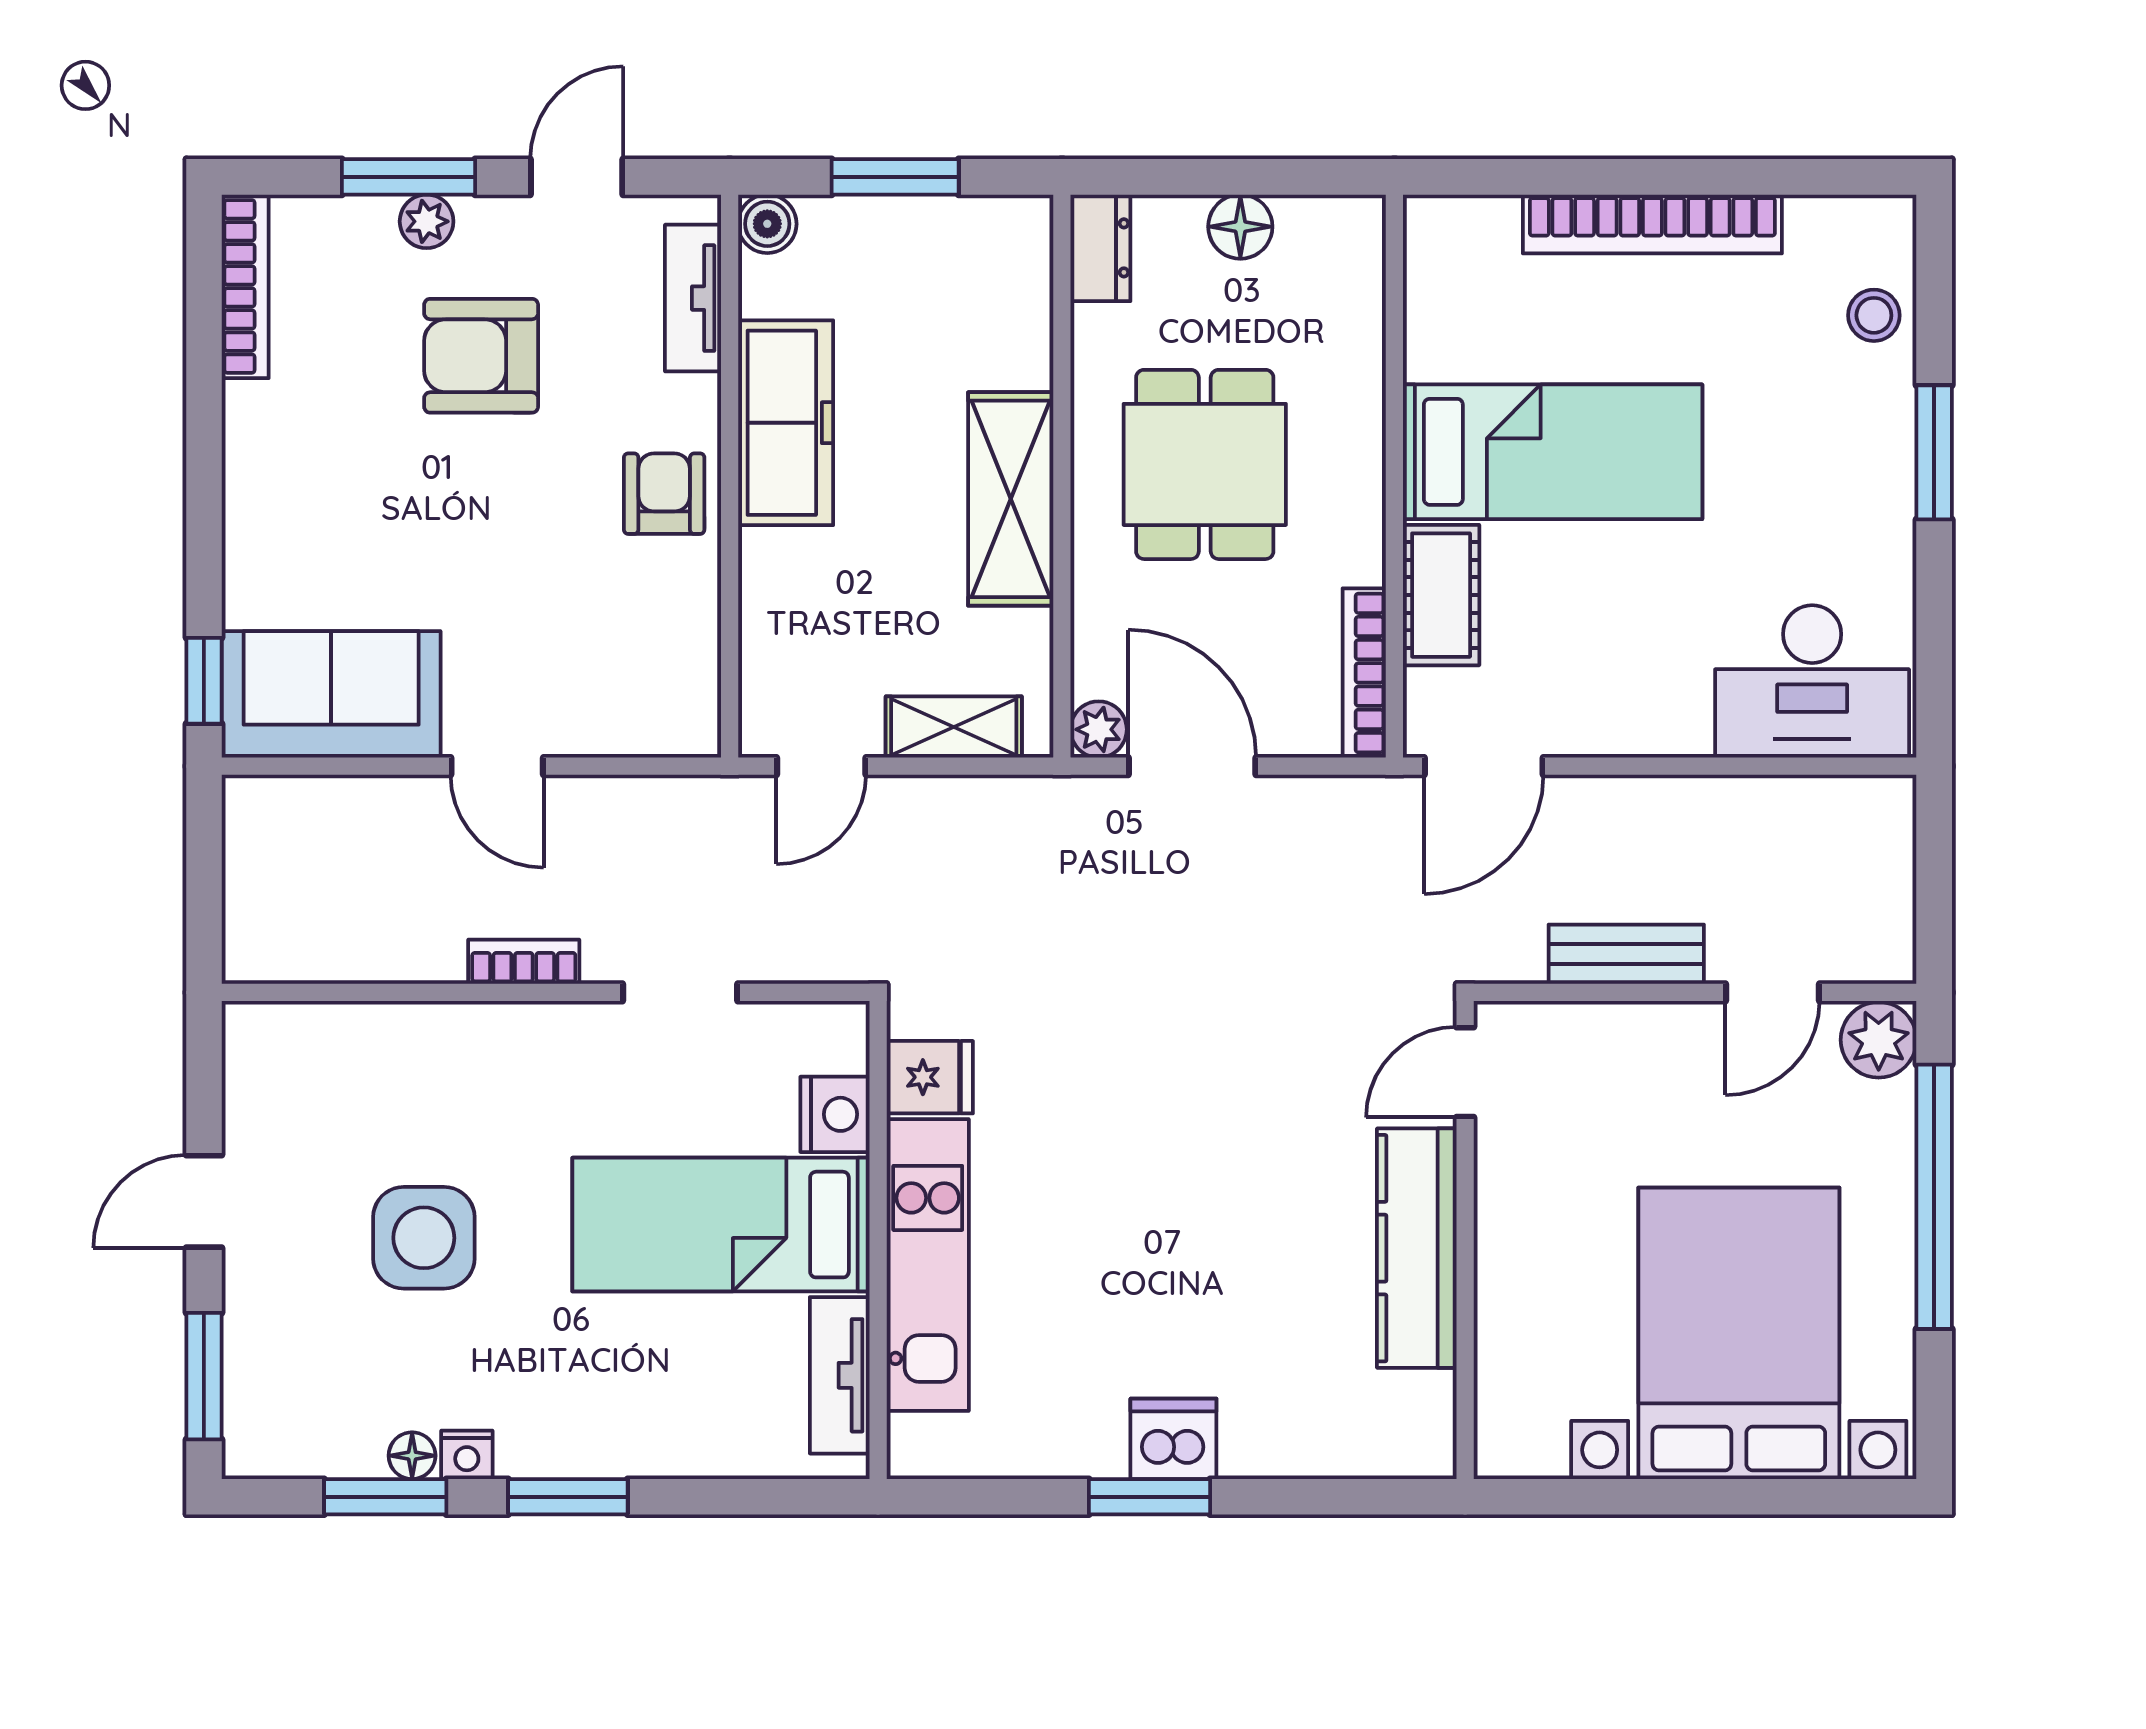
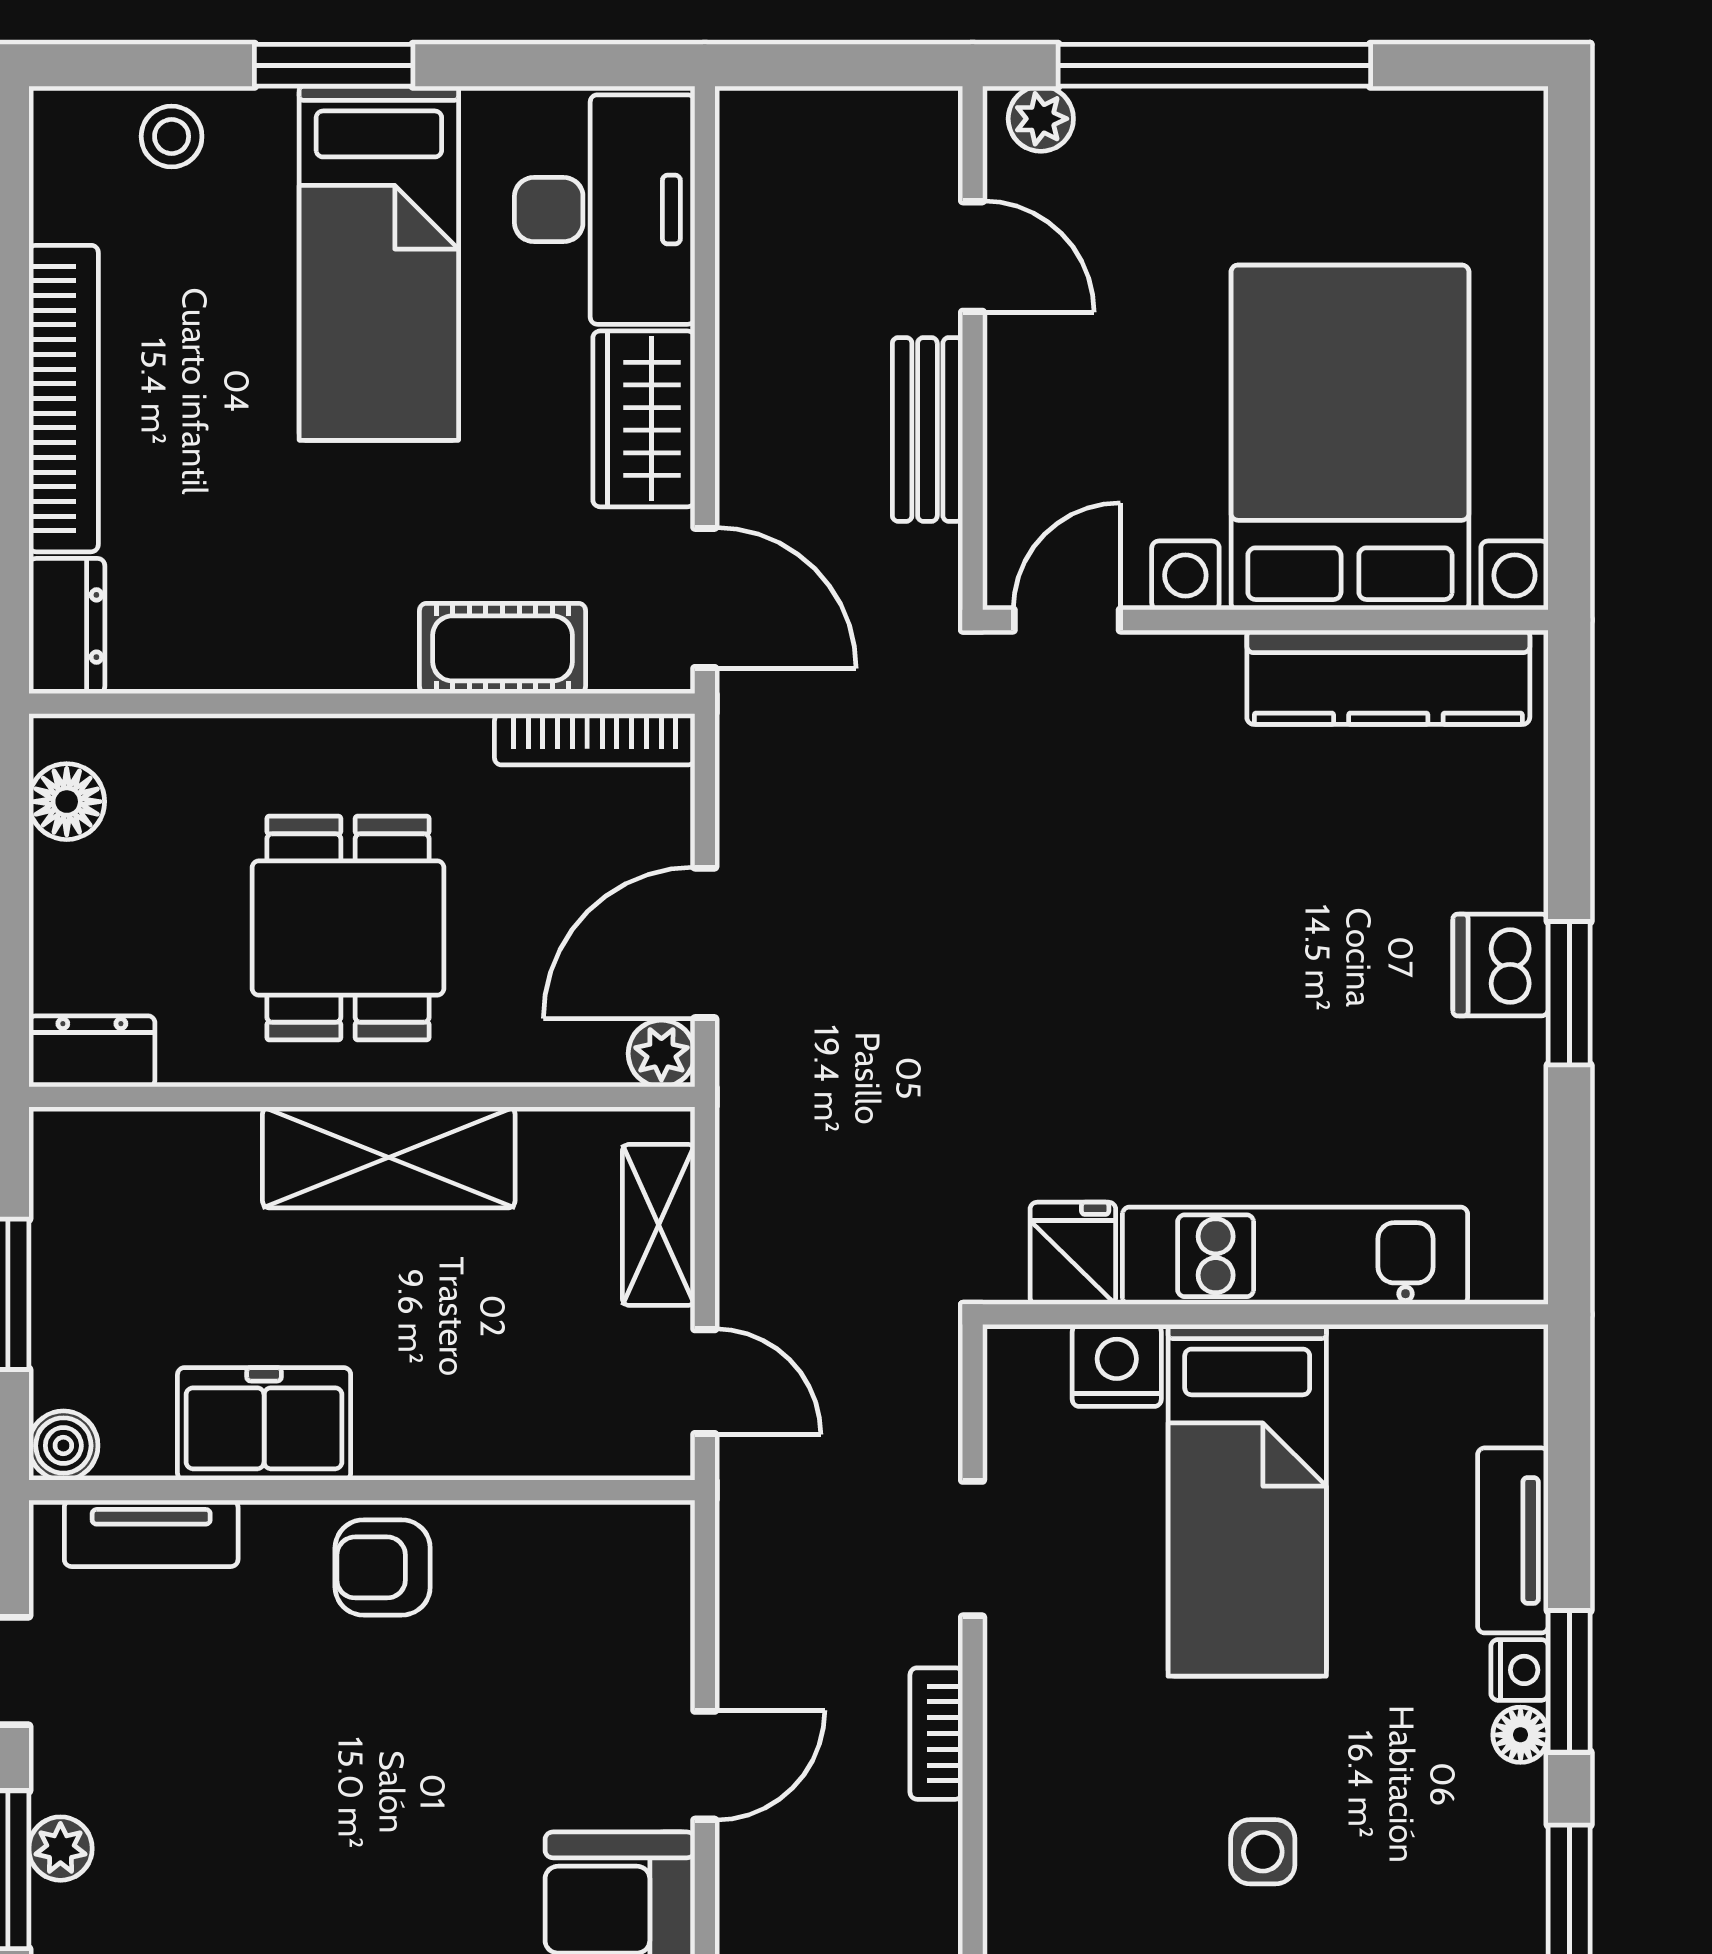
floor lamp: (1240, 227) -> (67, 802), moved
dresser: (1460, 227) -> (67, 626), added
armchair: (481, 356) -> (219, 1784), removed
freezer: (786, 423) -> (264, 1424), width x0.71
bed: (1553, 452) -> (379, 263), moved, turned 180
dining table: (1205, 464) -> (348, 928), turned 90
wardrobe: (1635, 715) -> (644, 419), added
plant: (1879, 1040) -> (1041, 119), width x0.73, depth x0.73
door: (1465, 1072) -> (1067, 620), swing flipped
side table: (424, 1238) -> (1263, 1852), width x0.54, depth x0.54
kitchen counter: (1417, 1248) -> (1388, 677), moved
bed with nightstands: (1739, 1333) -> (1350, 438), moved, turned 90
tv unit: (840, 1375) -> (1513, 1540), moved, turned 90
nightstand: (467, 1455) -> (1520, 1670), moved
floor lamp: (412, 1456) -> (1521, 1735), moved

